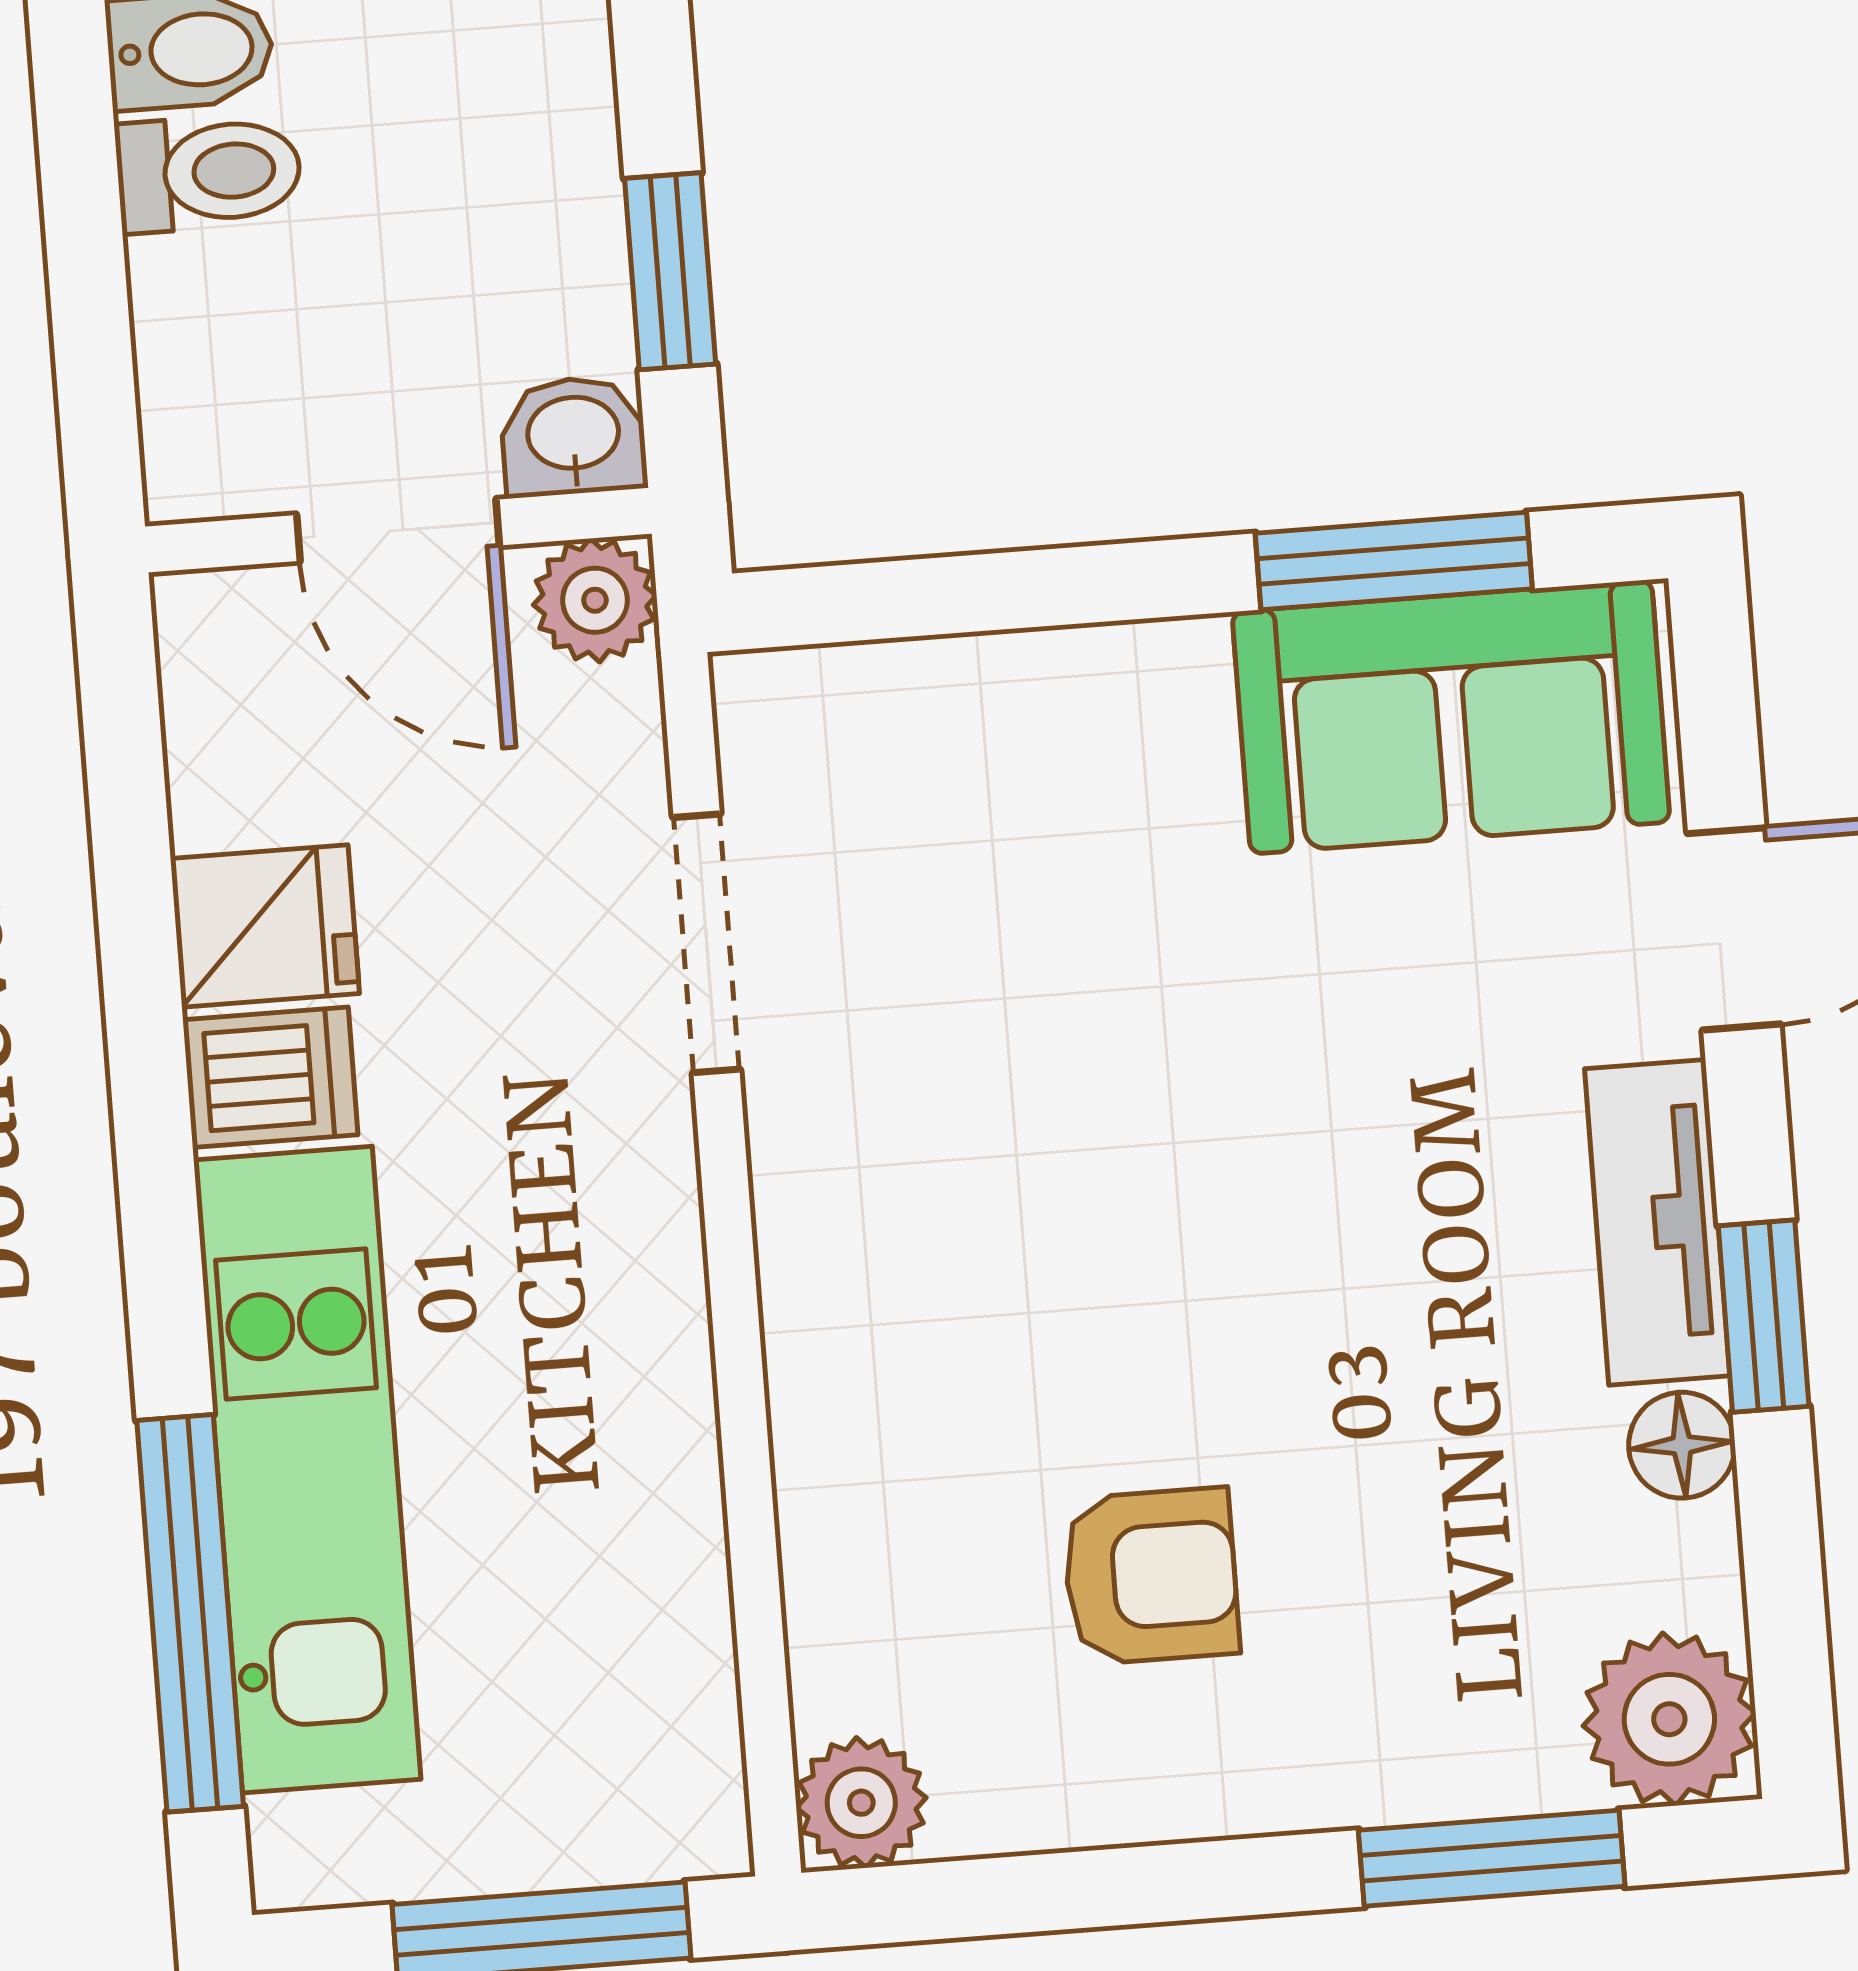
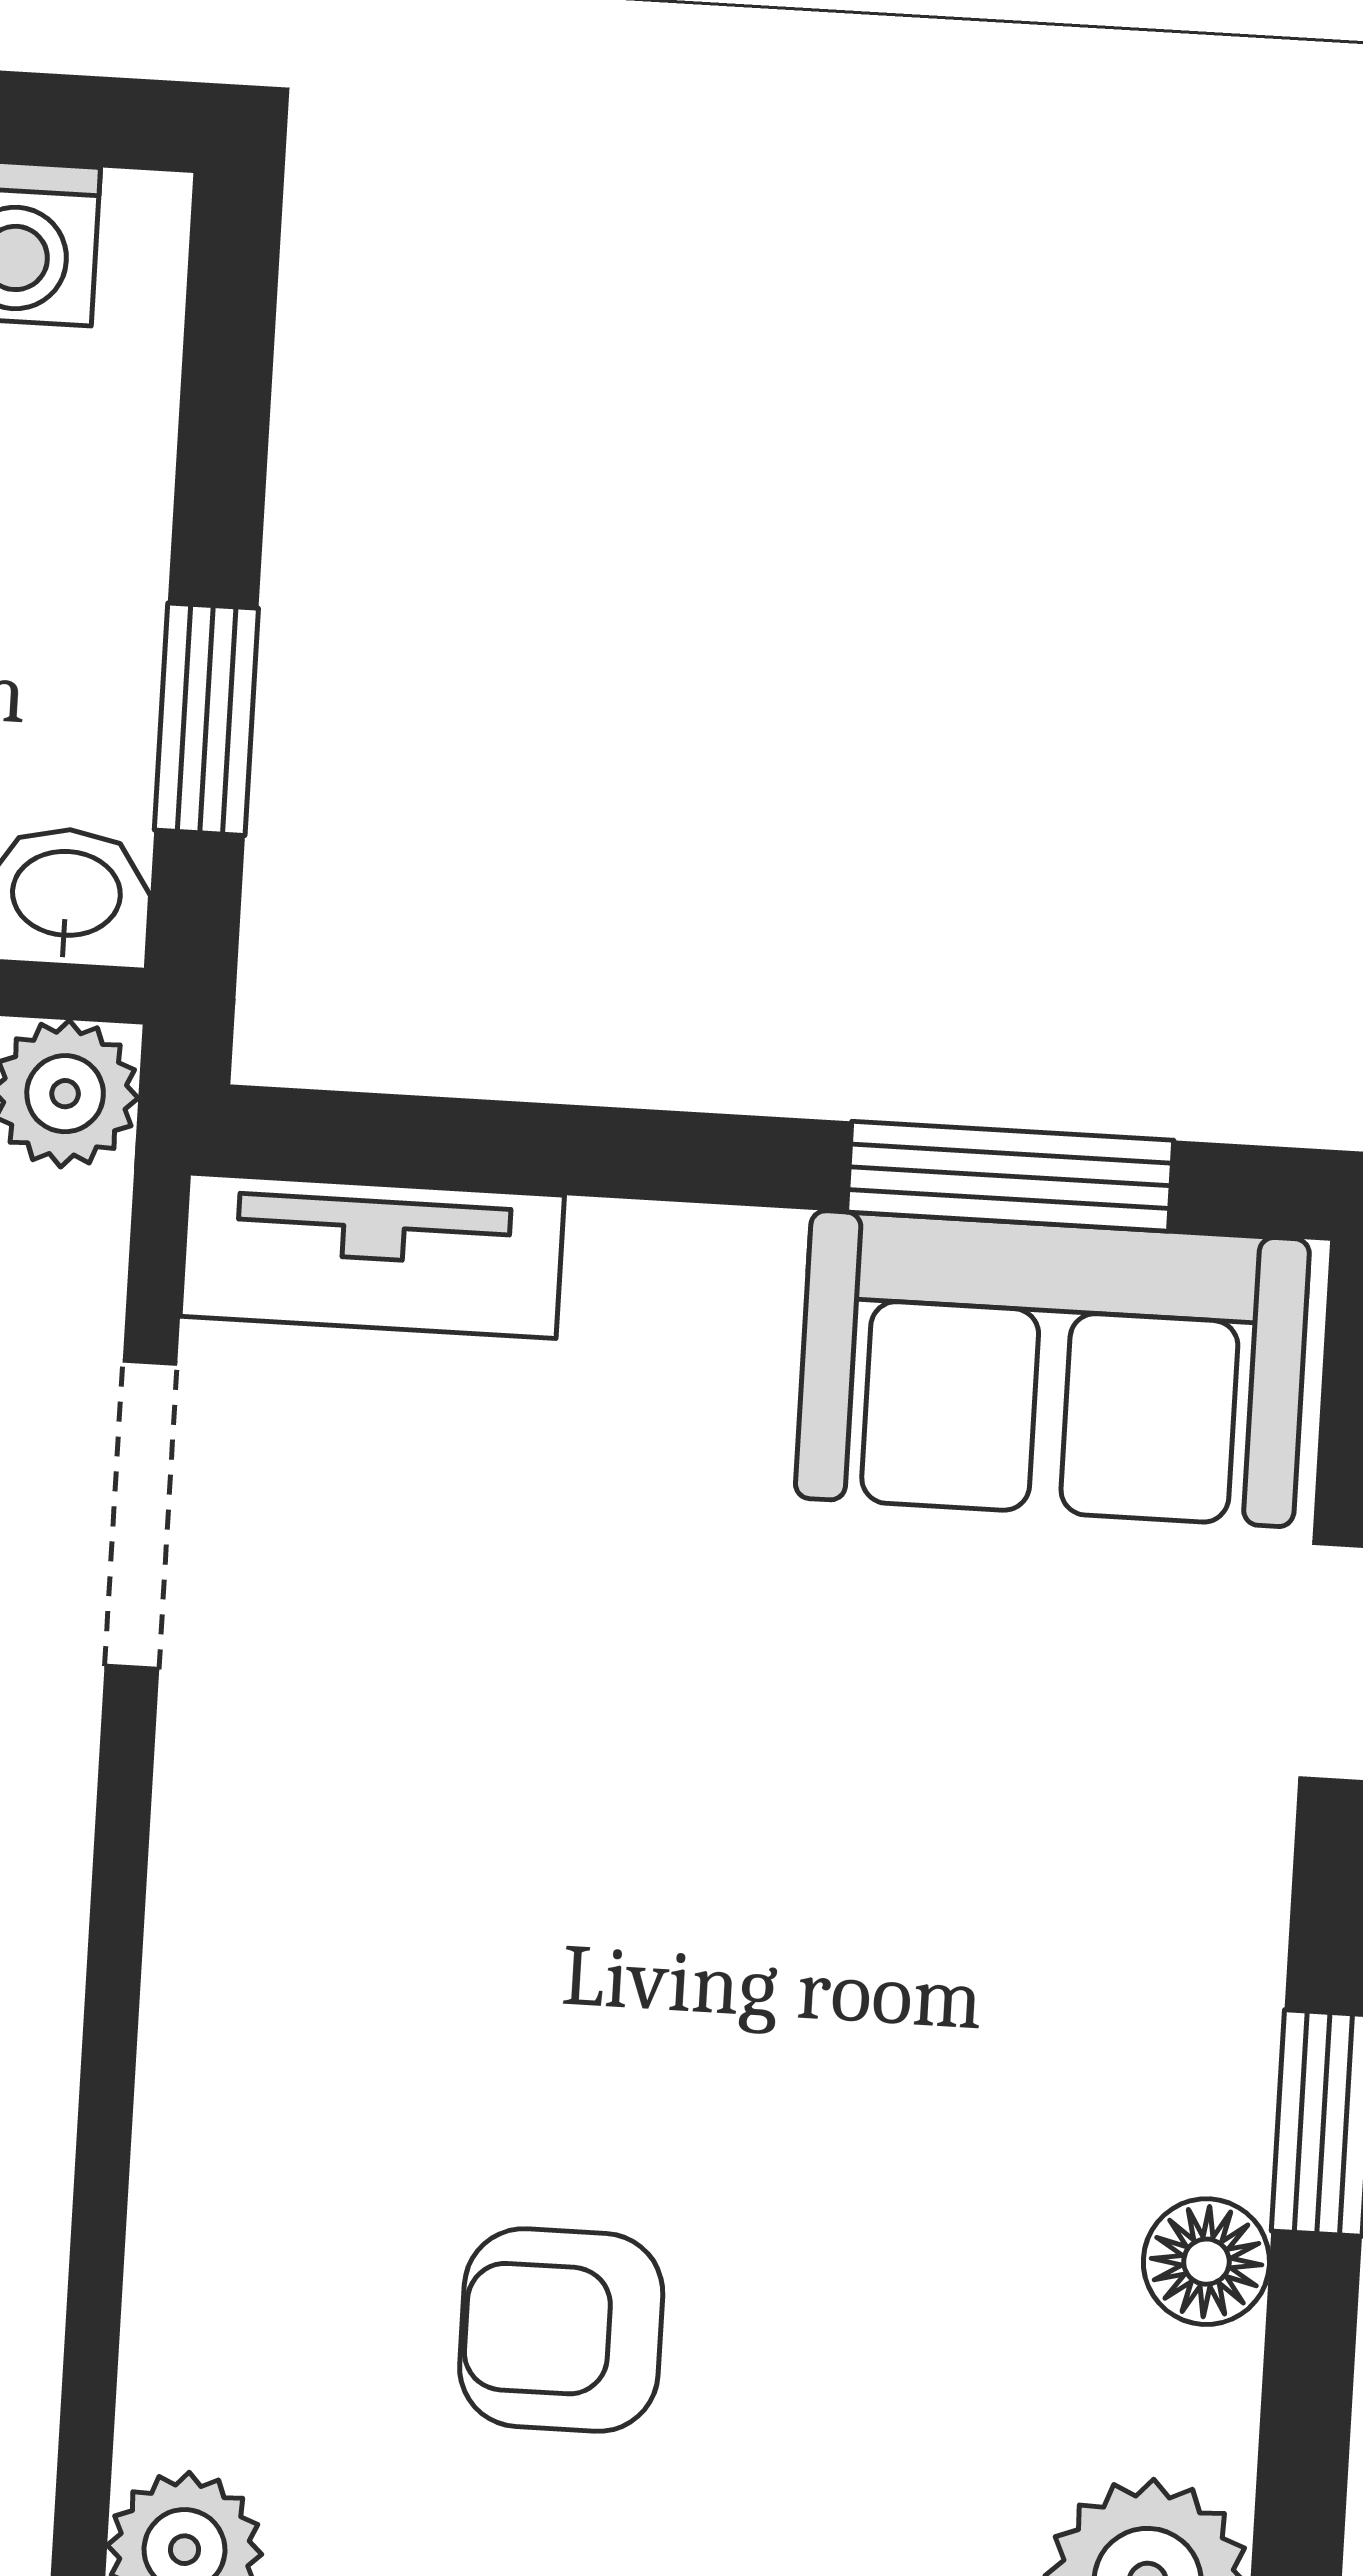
tv unit: (1657, 1222) -> (372, 1256), moved, turned -90
armchair: (1151, 1576) -> (561, 2330), turned 180

